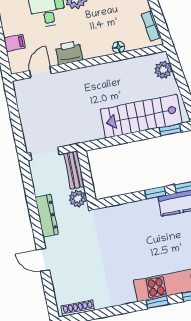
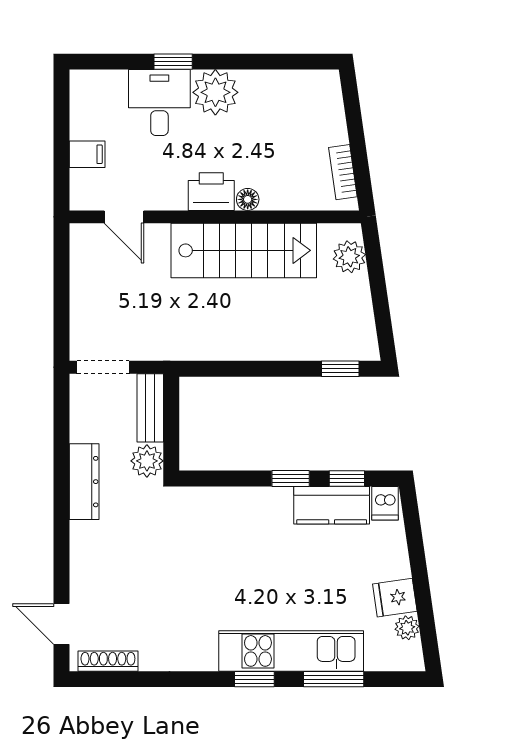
floor lamp: (119, 47) -> (248, 199), moved
printer: (69, 53) -> (211, 192), moved
door: (40, 72) -> (124, 217), swing flipped
stairs: (141, 116) -> (244, 250), moved, turned 180
door: (43, 260) -> (61, 624), moved

